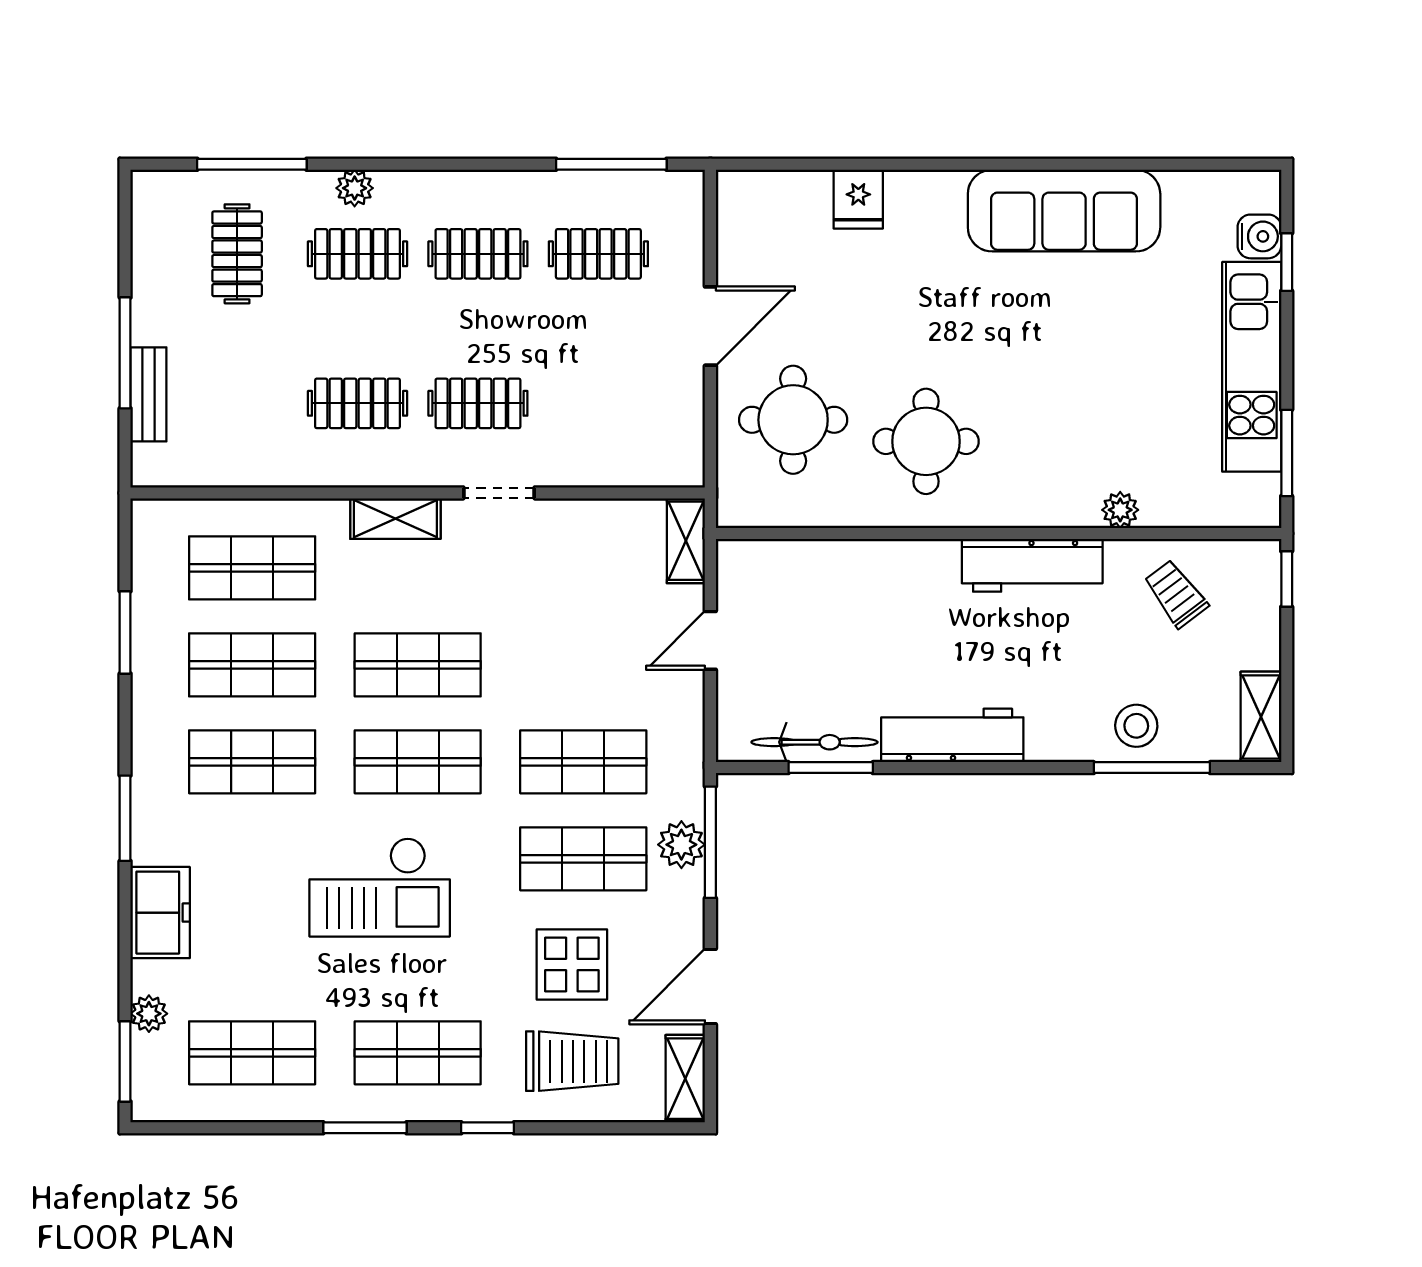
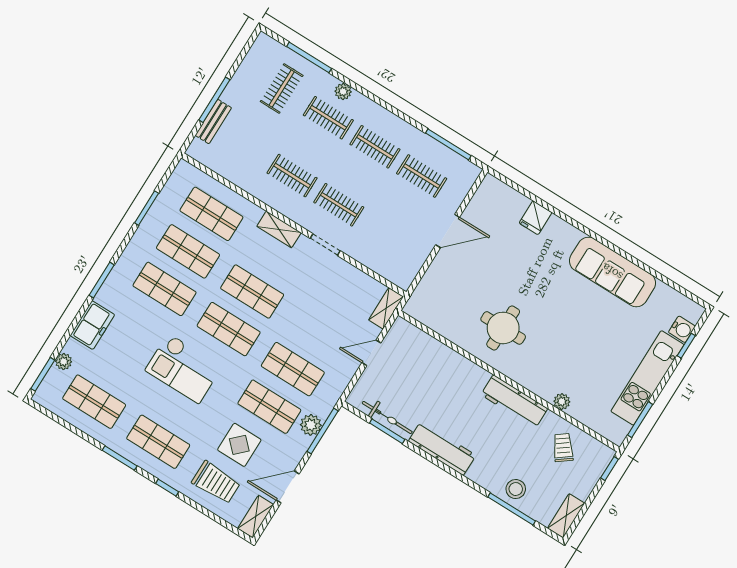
round table: (793, 420) -> (457, 287), removed

